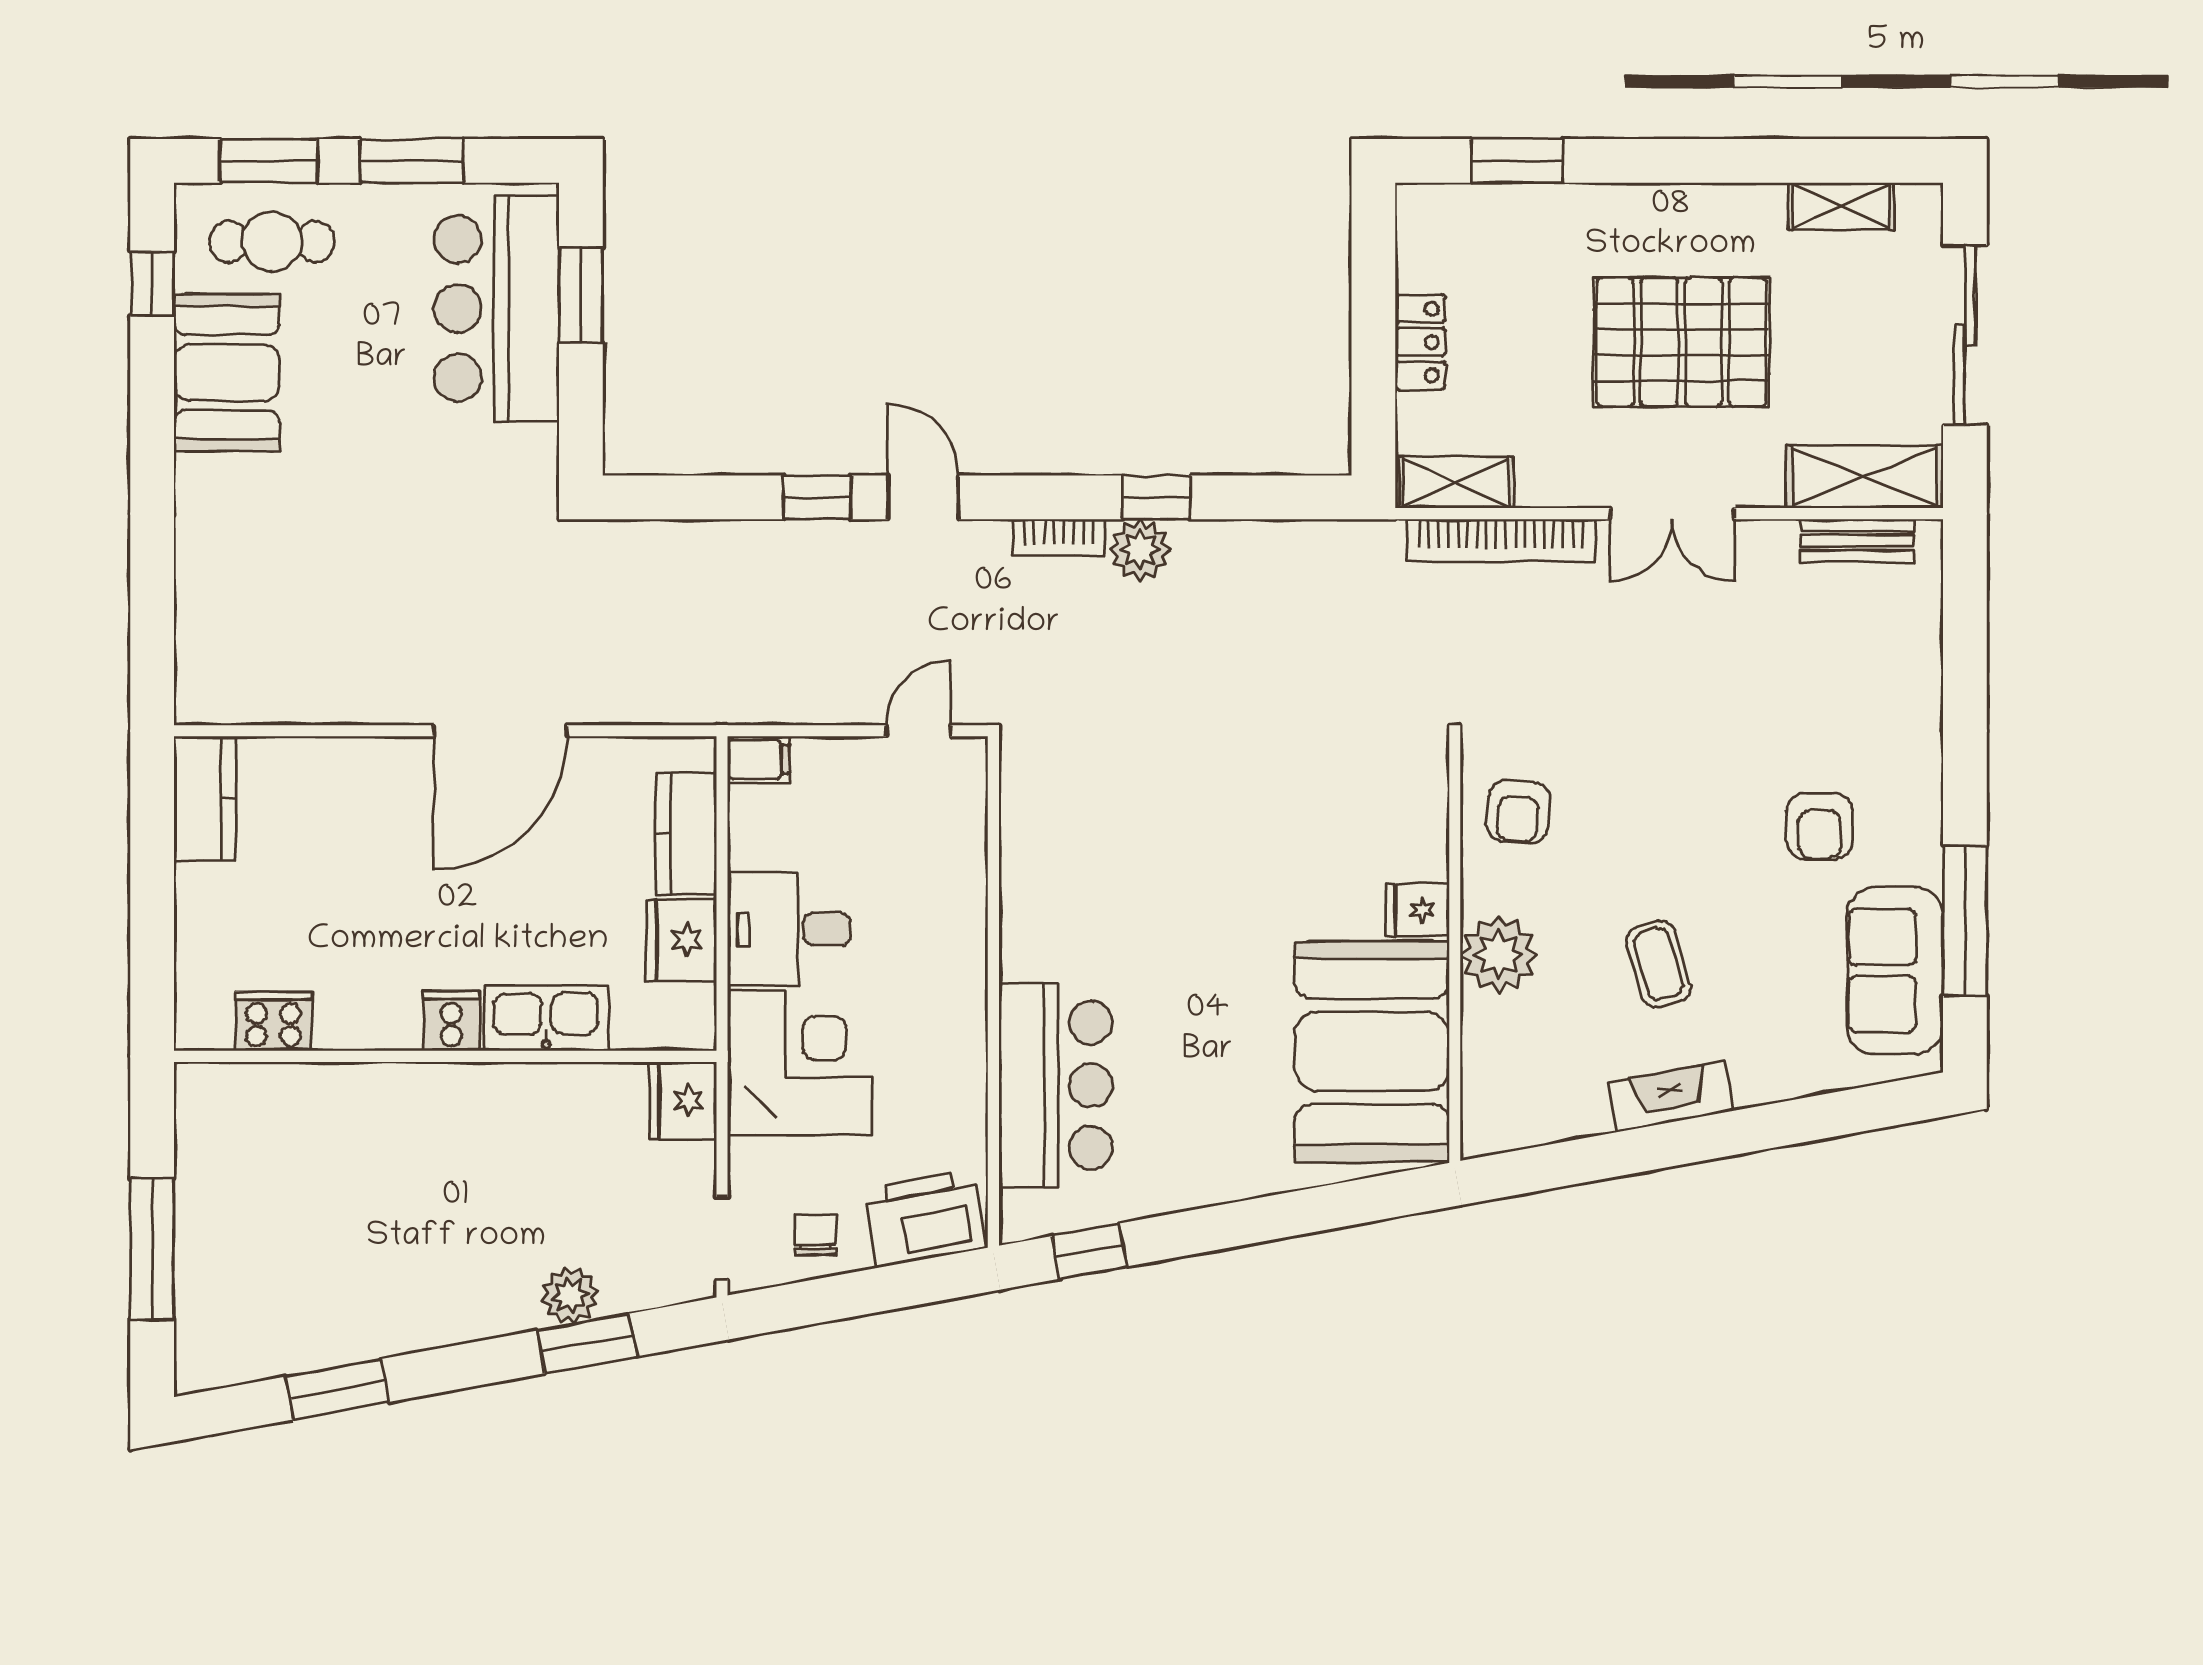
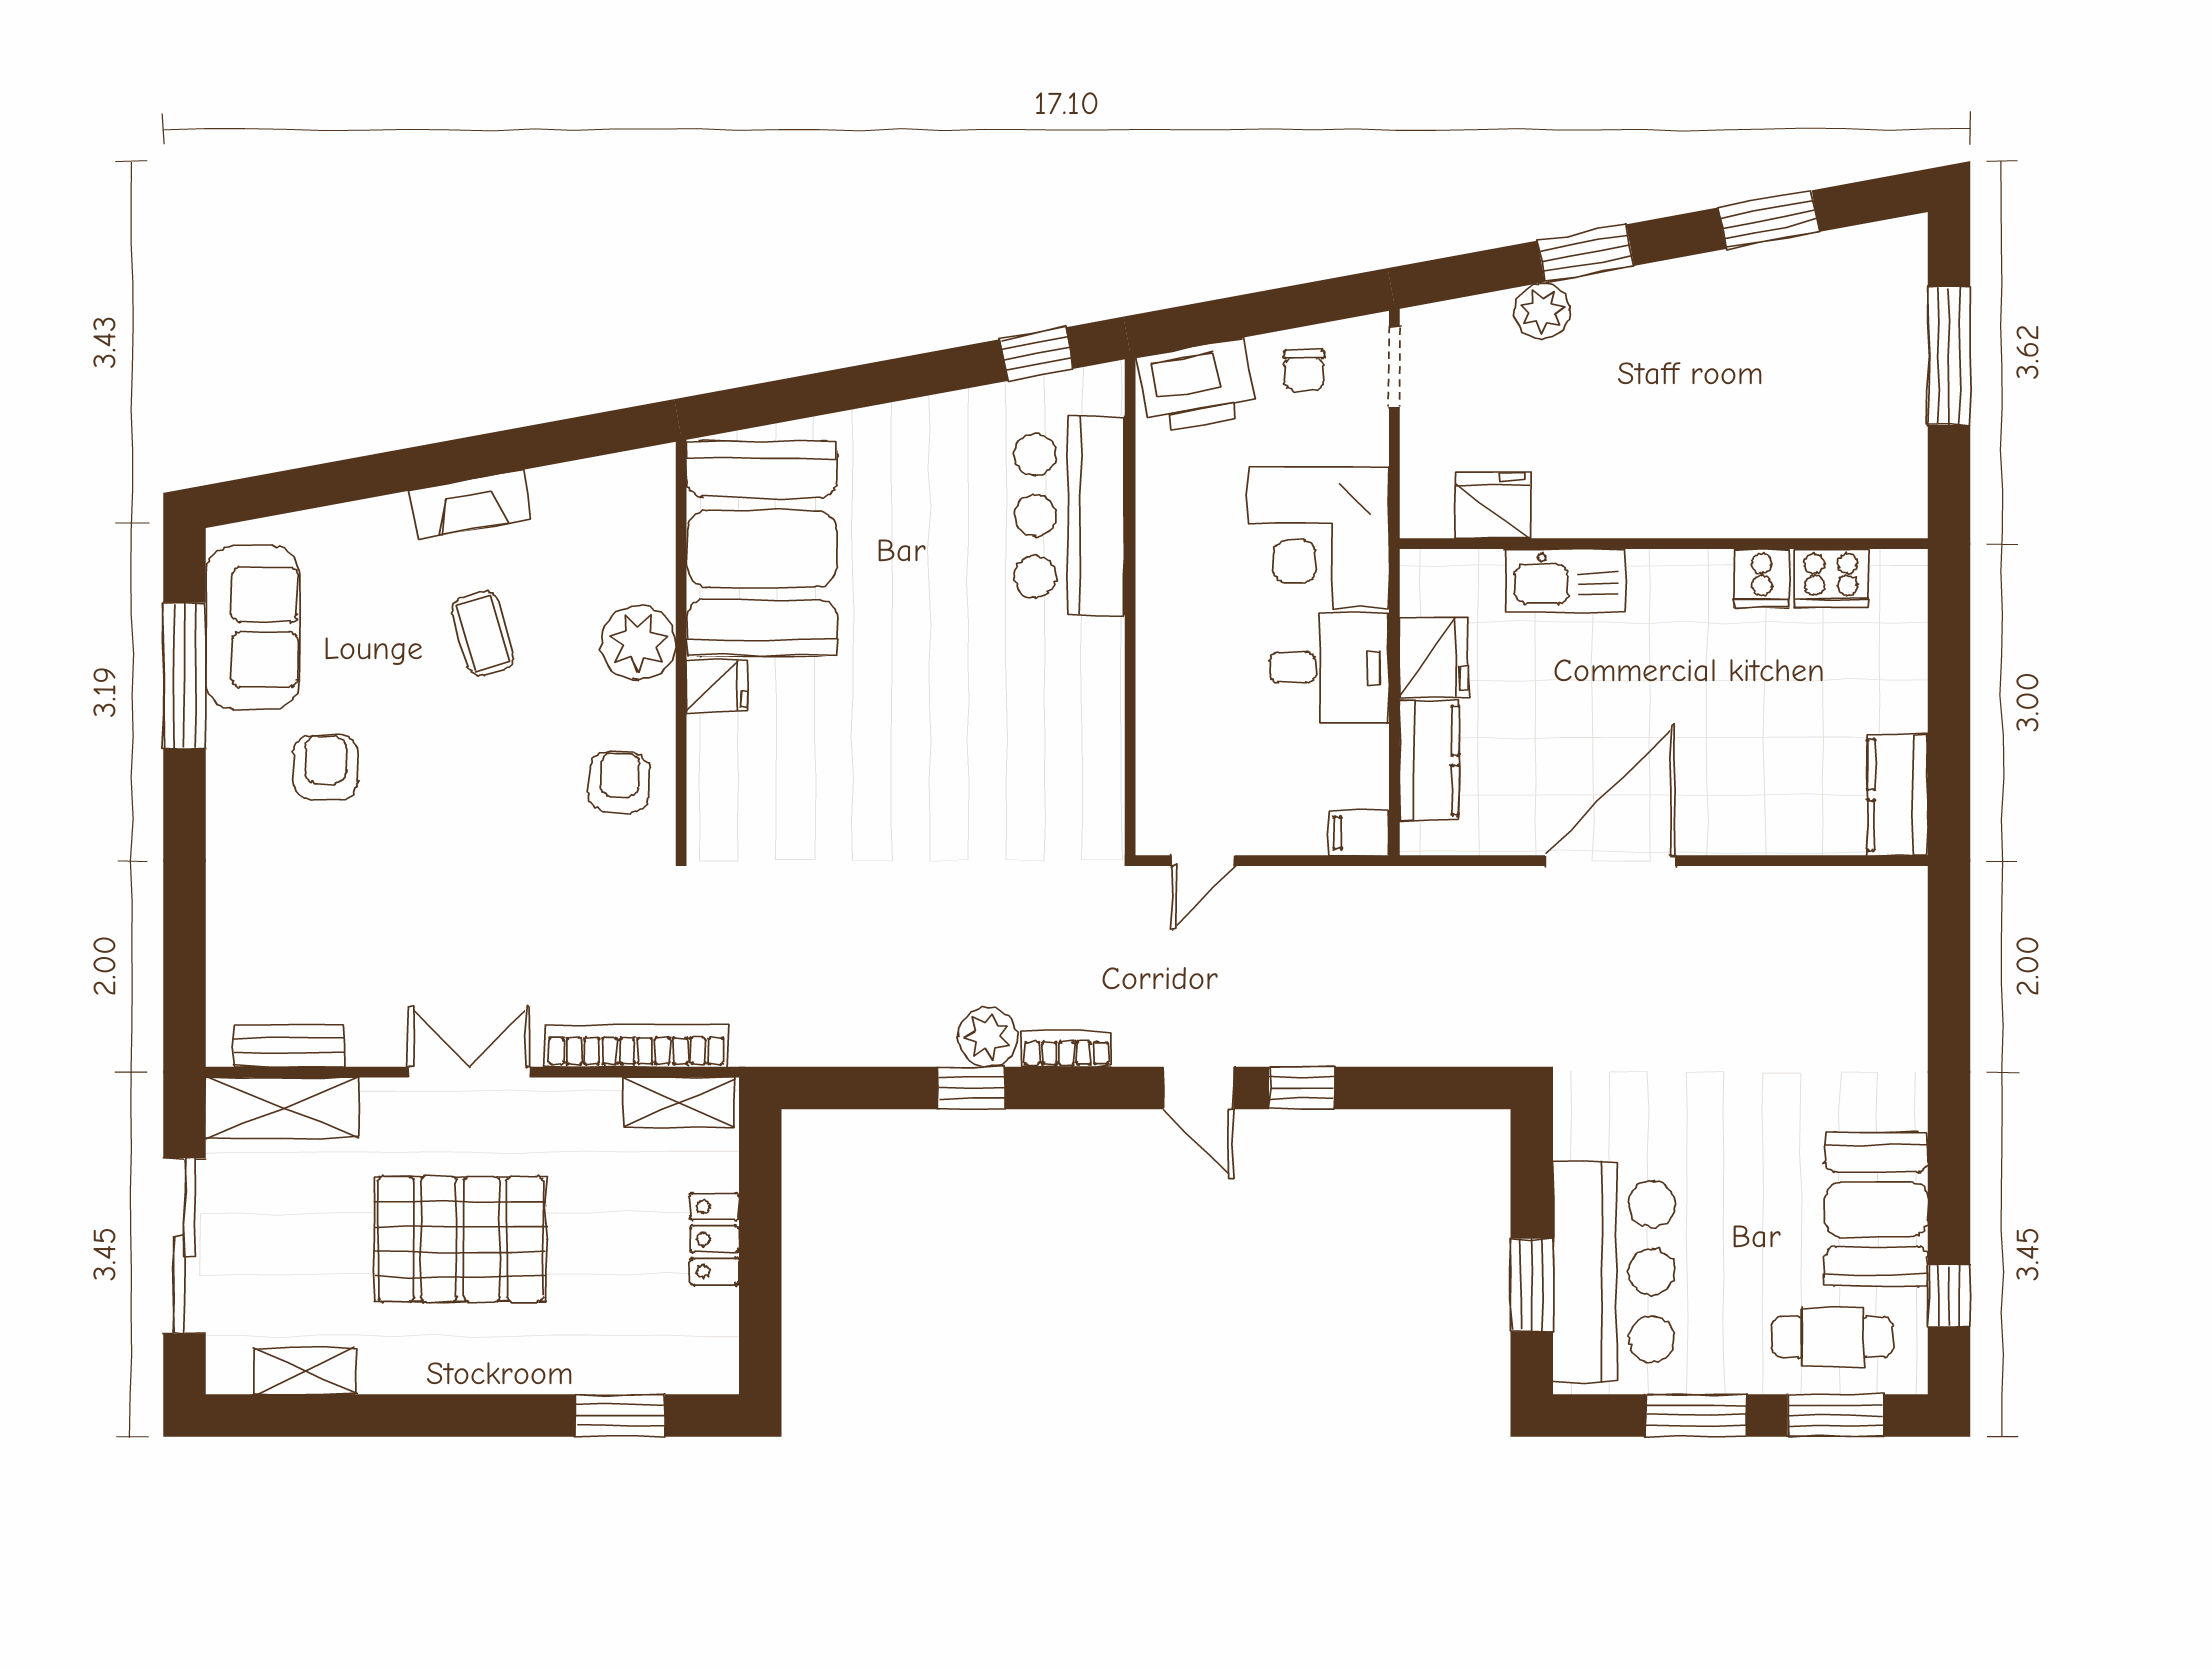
cooker: (451, 1021) -> (1762, 578), moved
fridge: (683, 1101) -> (1493, 506), moved, turned -90
window: (587, 1344) -> (1586, 253), moved

